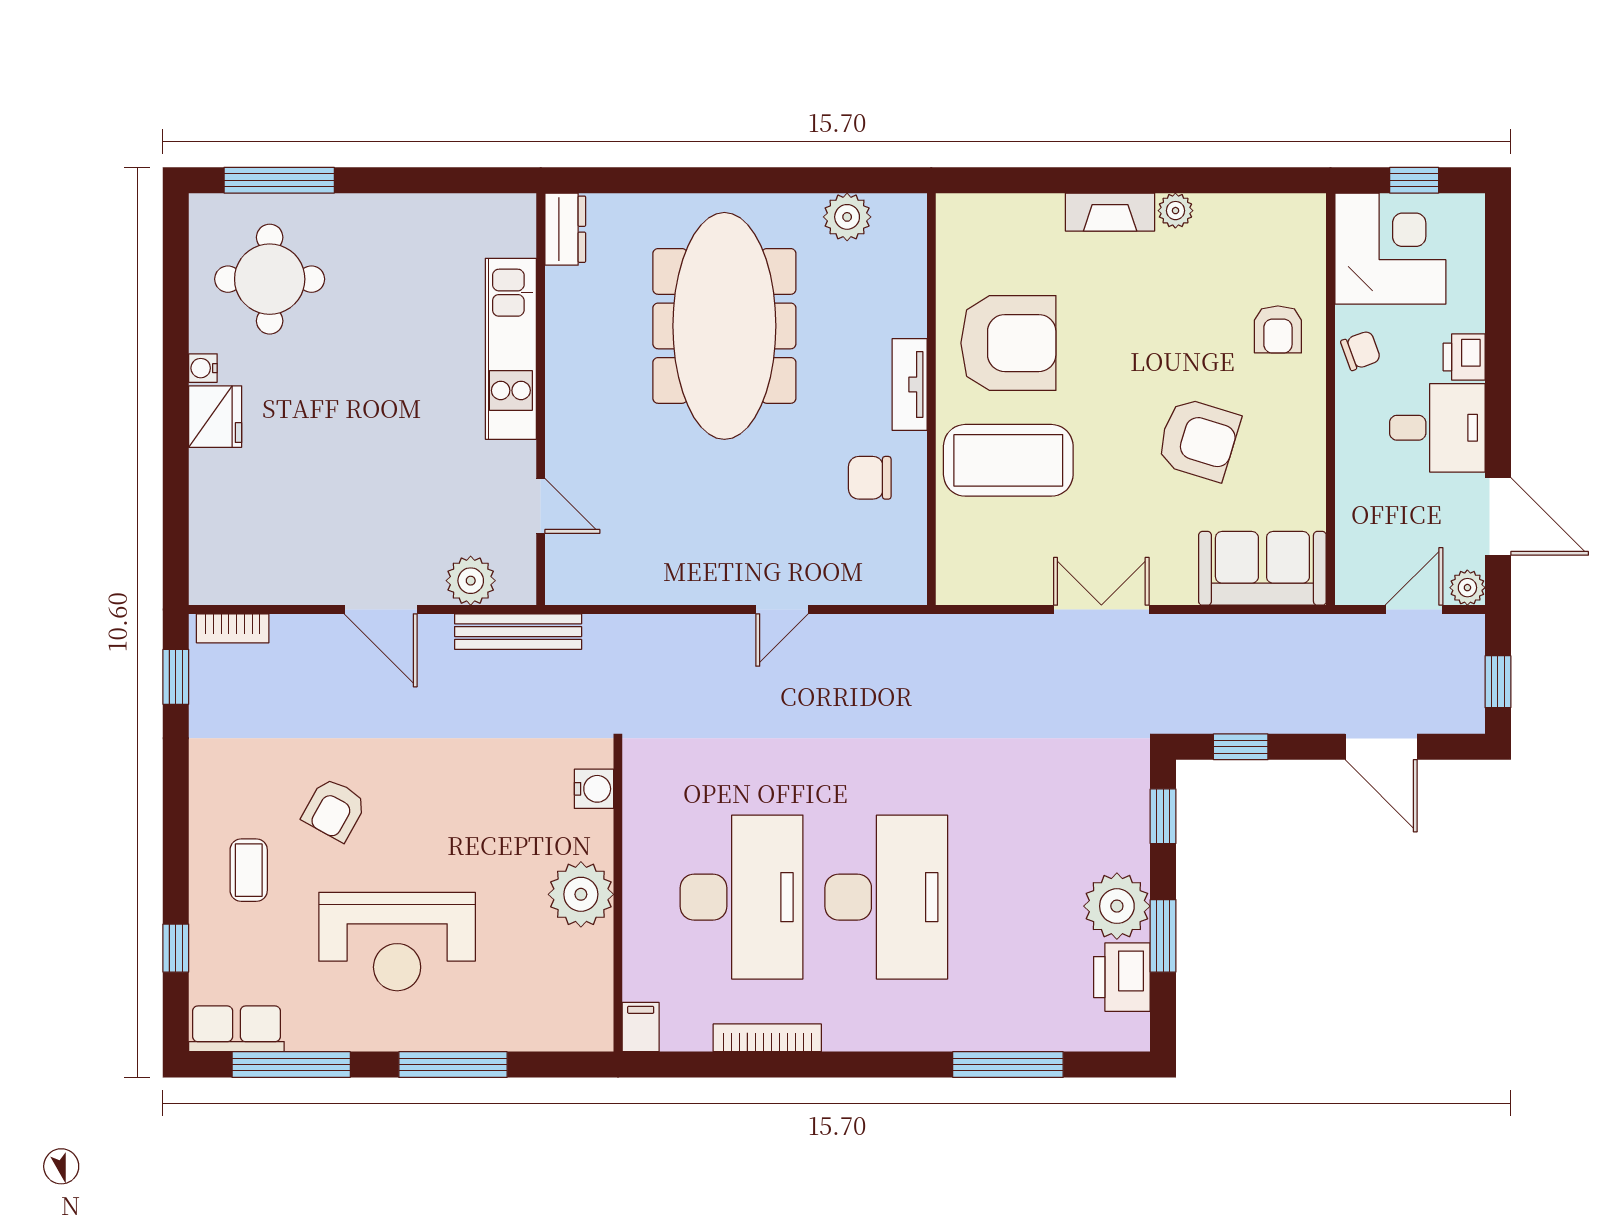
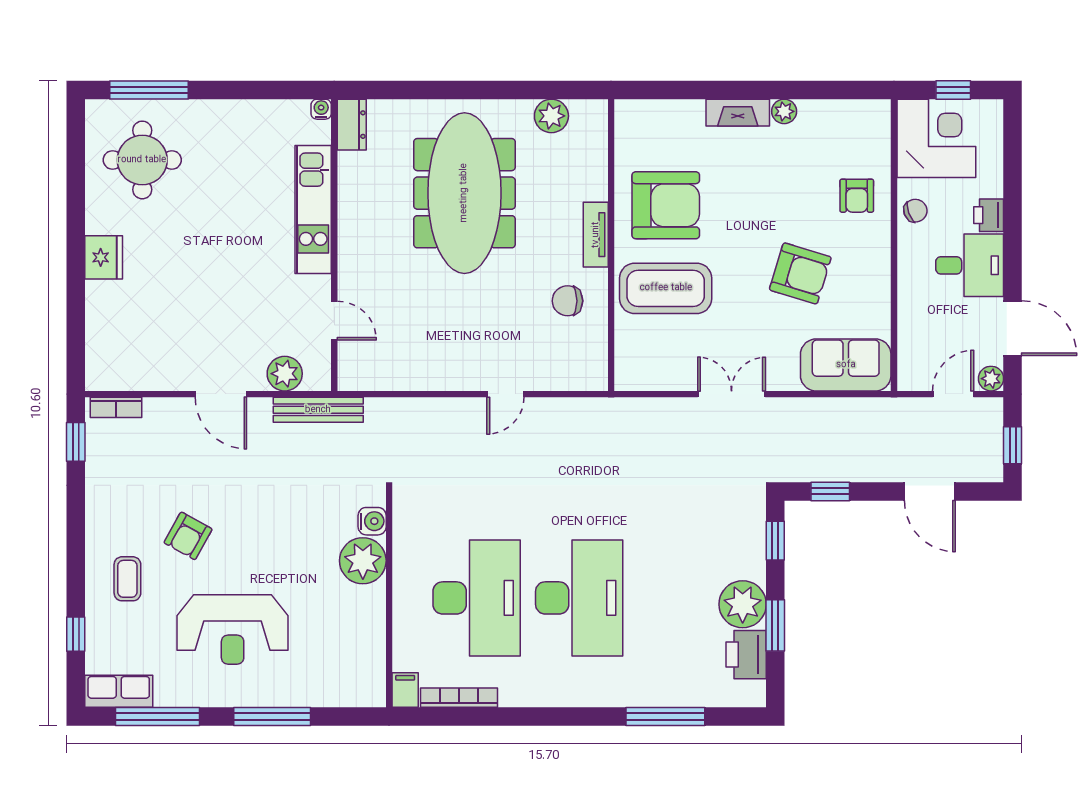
water cooler: (203, 368) -> (321, 109), moved, turned 90
plant: (581, 894) -> (363, 561), moved
bookcase: (767, 1038) -> (459, 698), moved

